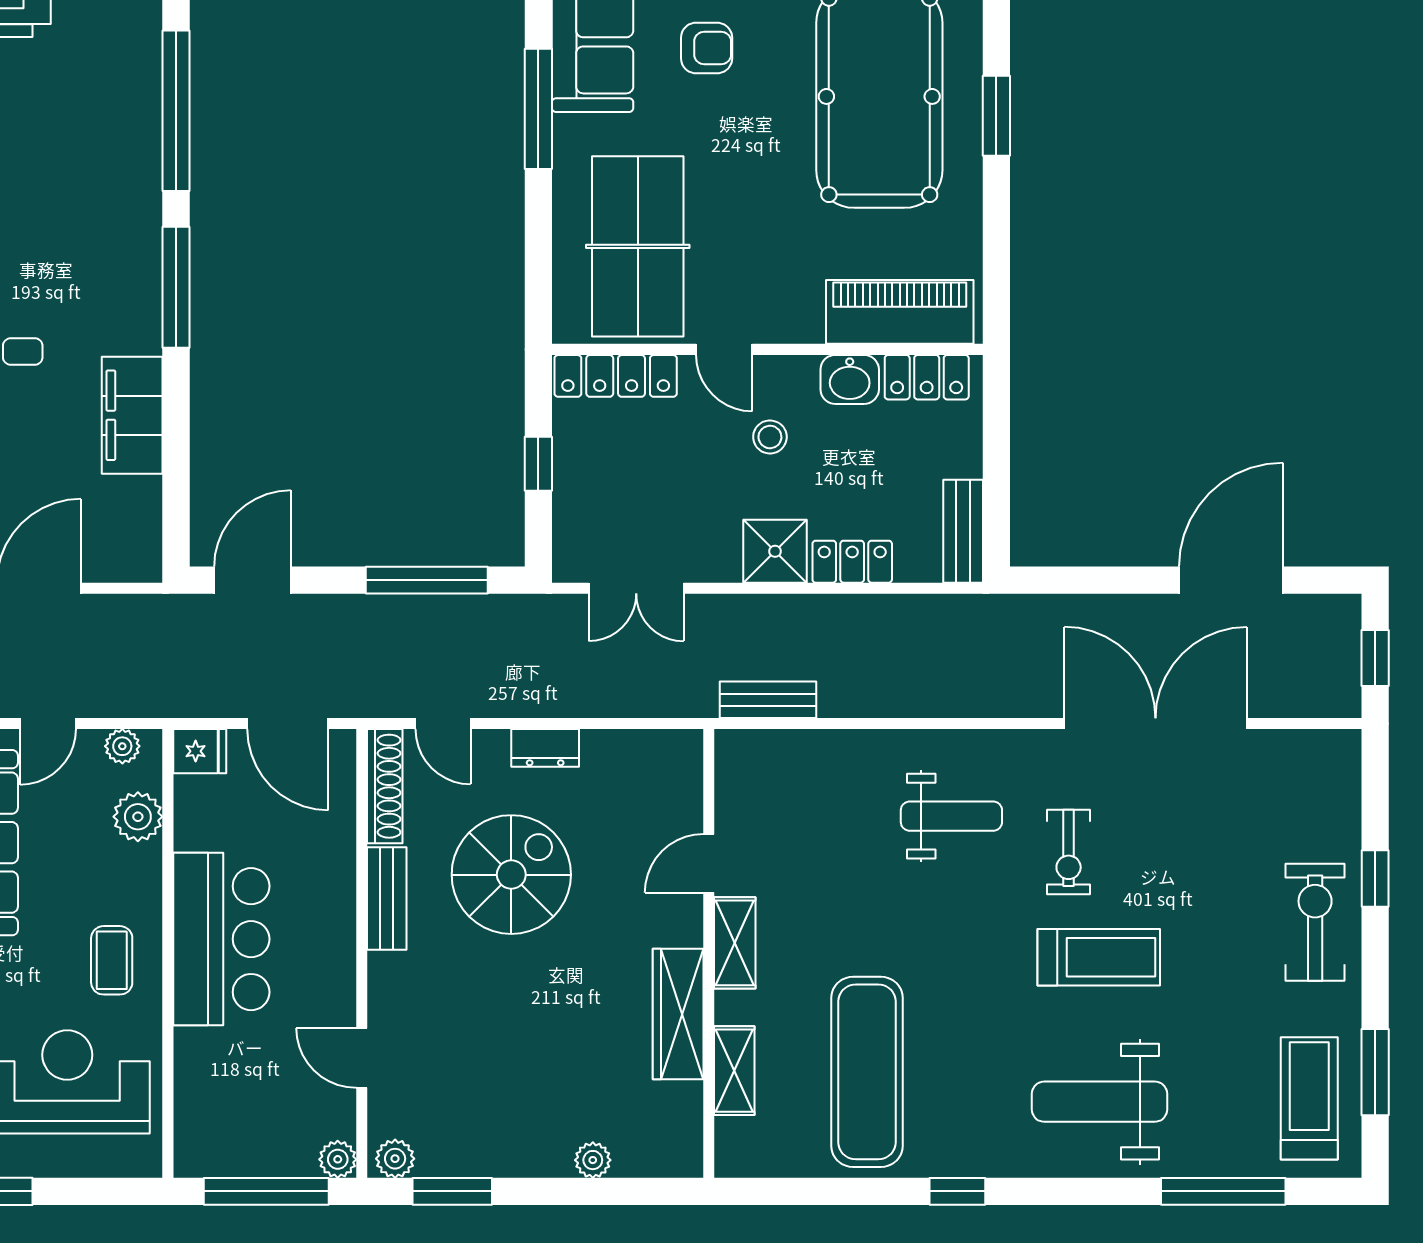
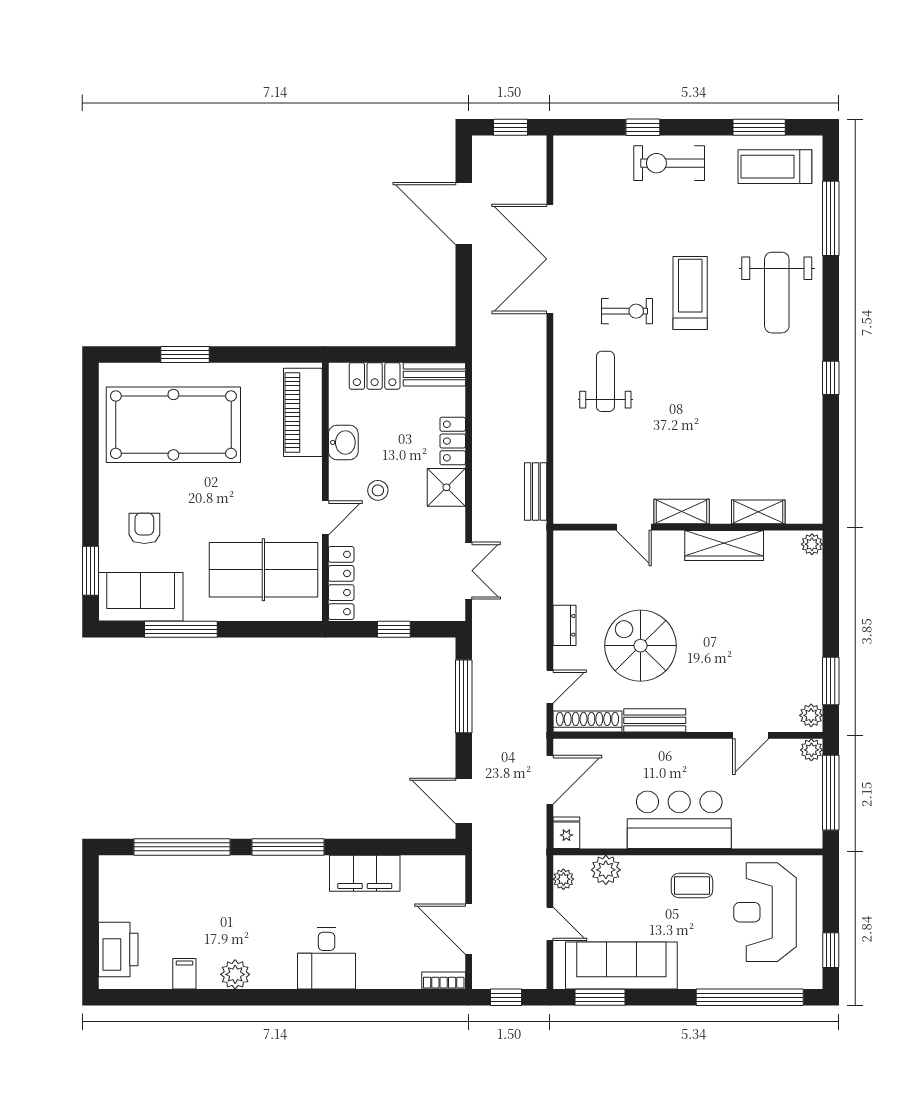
locker: (927, 377) -> (375, 376), moved, turned 90
exercise mat: (867, 1072) -> (759, 432), removed
plant: (593, 1160) -> (812, 544), moved

